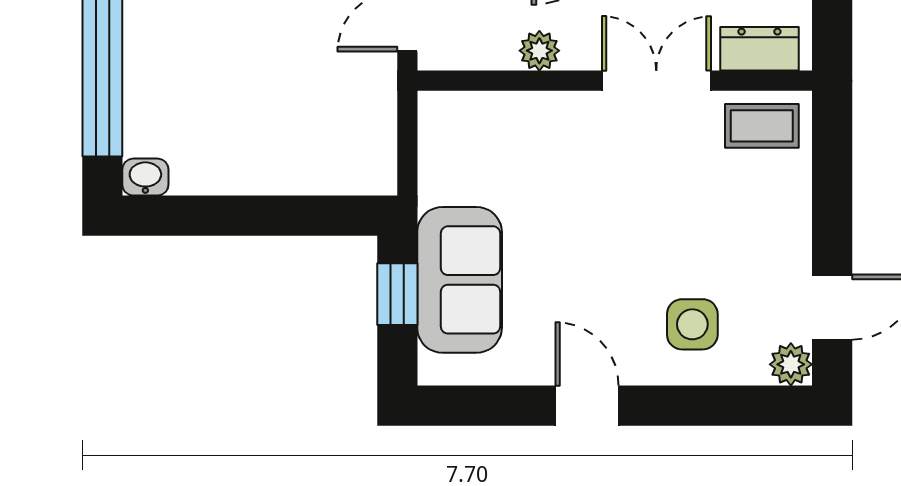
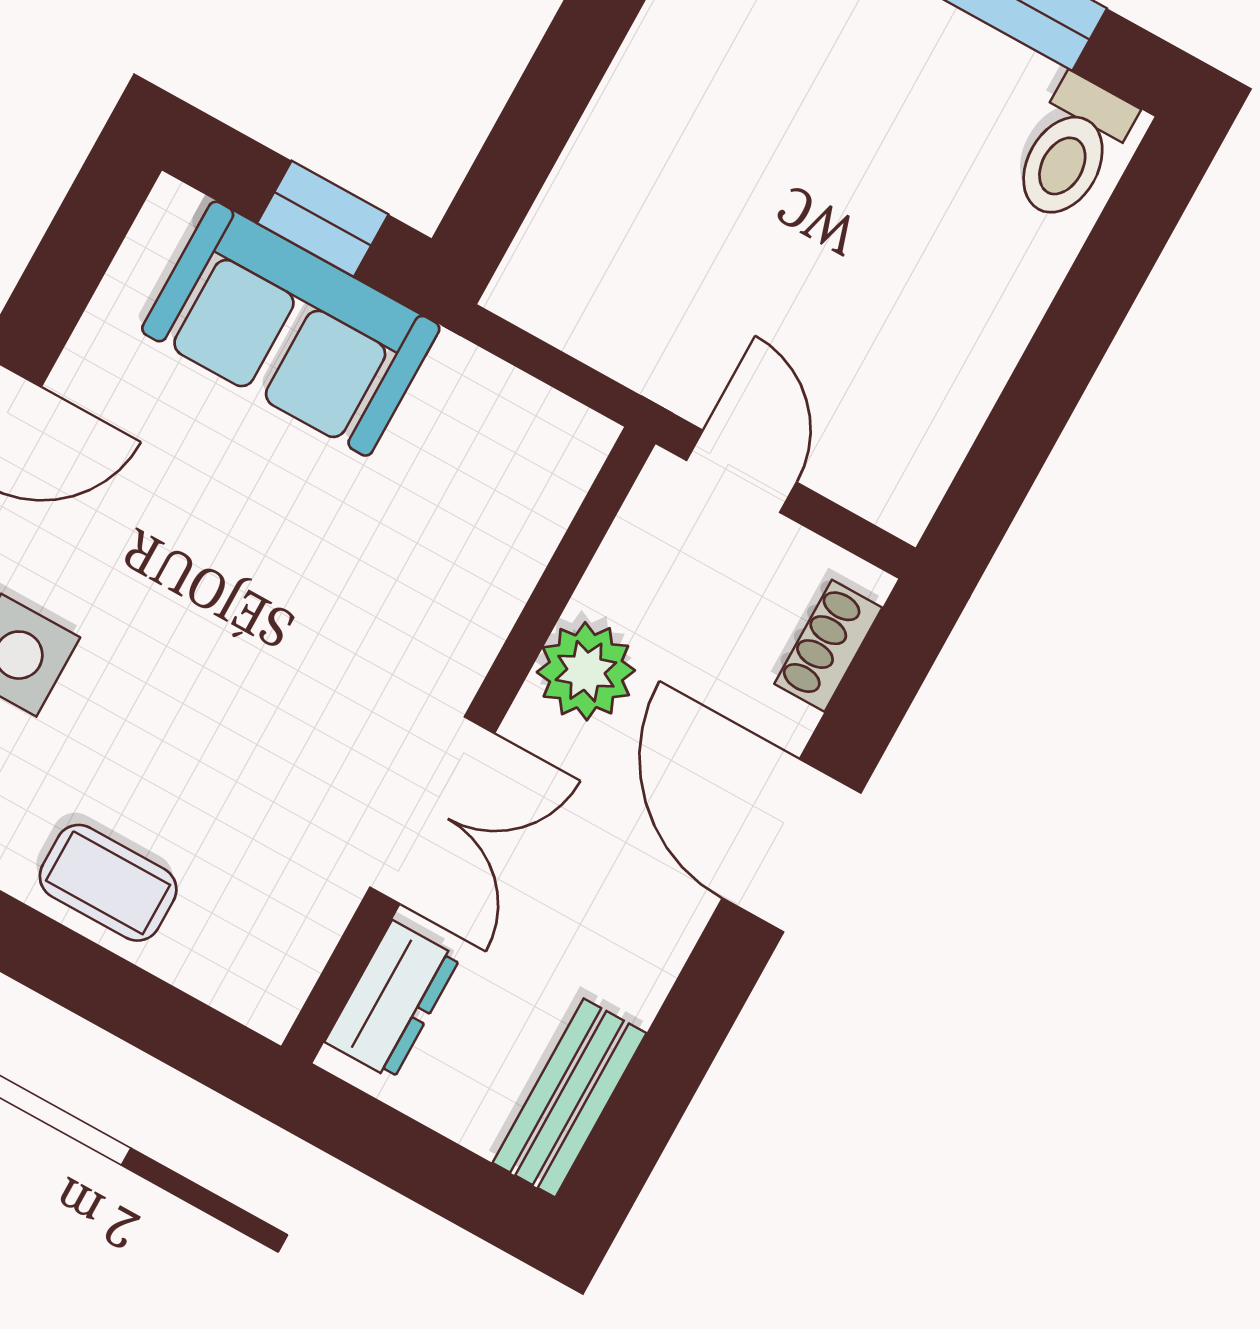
plant: (539, 51) -> (586, 671), width x1.38, depth x1.38
coffee table: (762, 126) -> (108, 883), moved, turned 90

